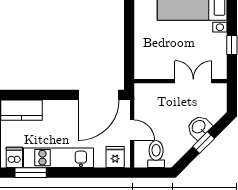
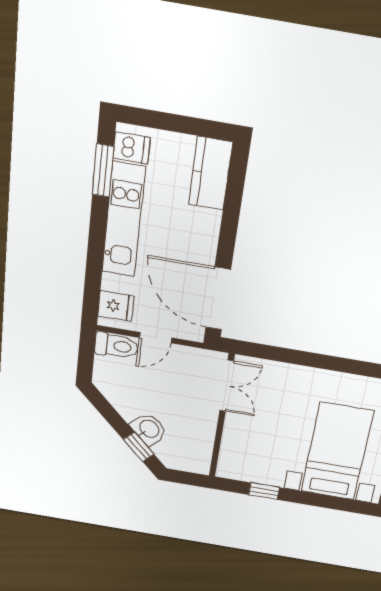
double door: (193, 81) -> (227, 386), moved
window: (204, 143) -> (139, 447), moved
toilet: (156, 154) -> (116, 346), moved

